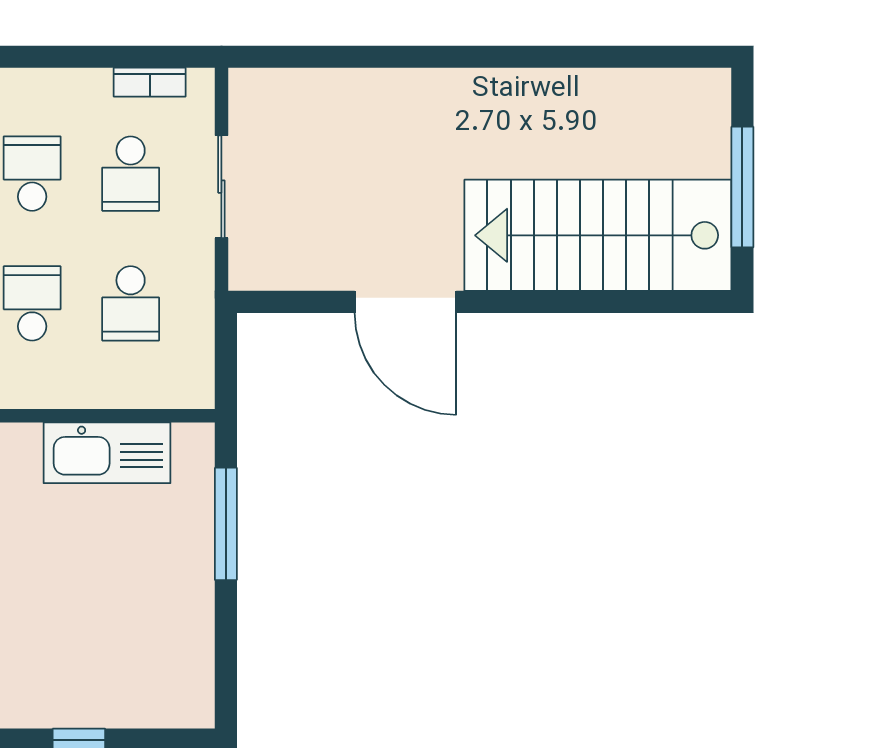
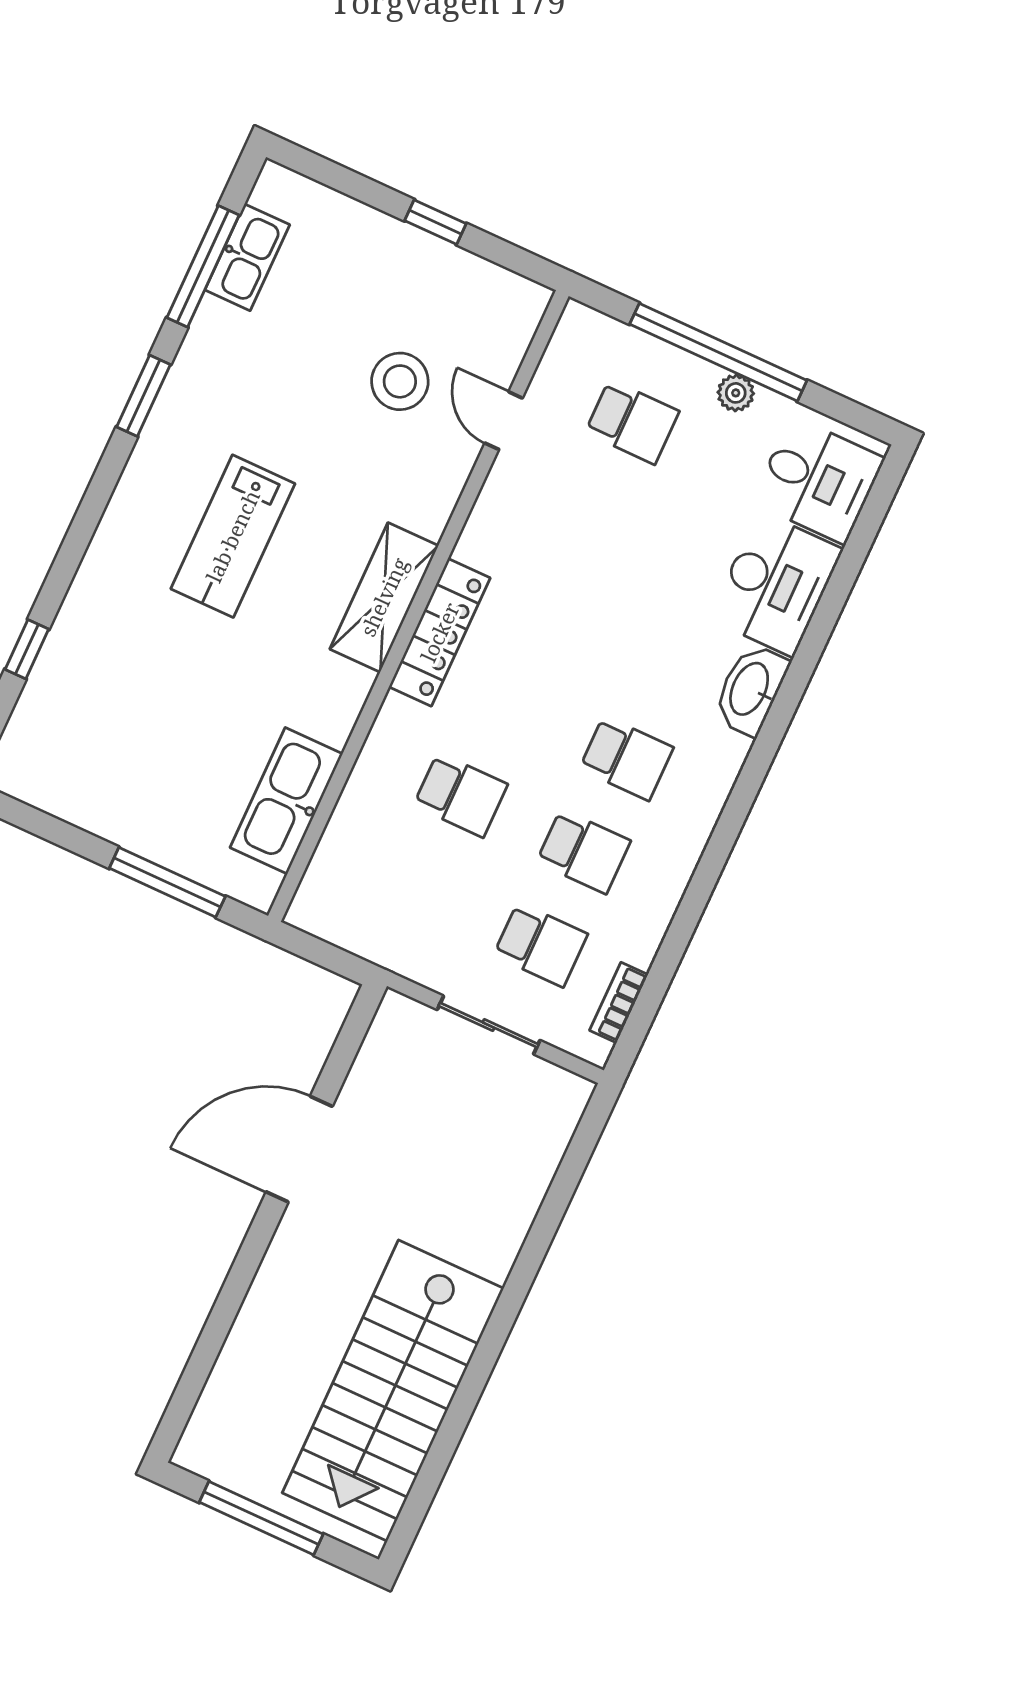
school desk: (131, 174) -> (541, 945), turned 180
stairs: (598, 235) -> (393, 1391), moved, turned 180
school desk: (131, 303) -> (418, 888), removed

